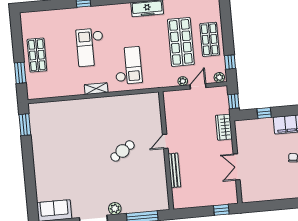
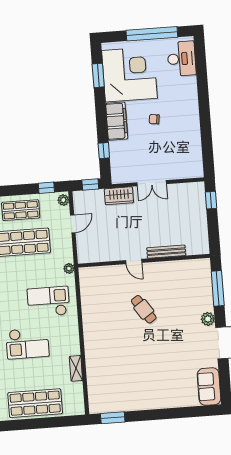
shop shelf: (37, 55) -> (35, 403), width x1.43, depth x1.36
window: (20, 73) -> (55, 422), removed
plant: (183, 81) -> (69, 268), moved
door: (198, 86) -> (73, 224), swing flipped
shelving: (96, 89) -> (76, 368), moved
double door: (237, 167) -> (152, 183), moved

